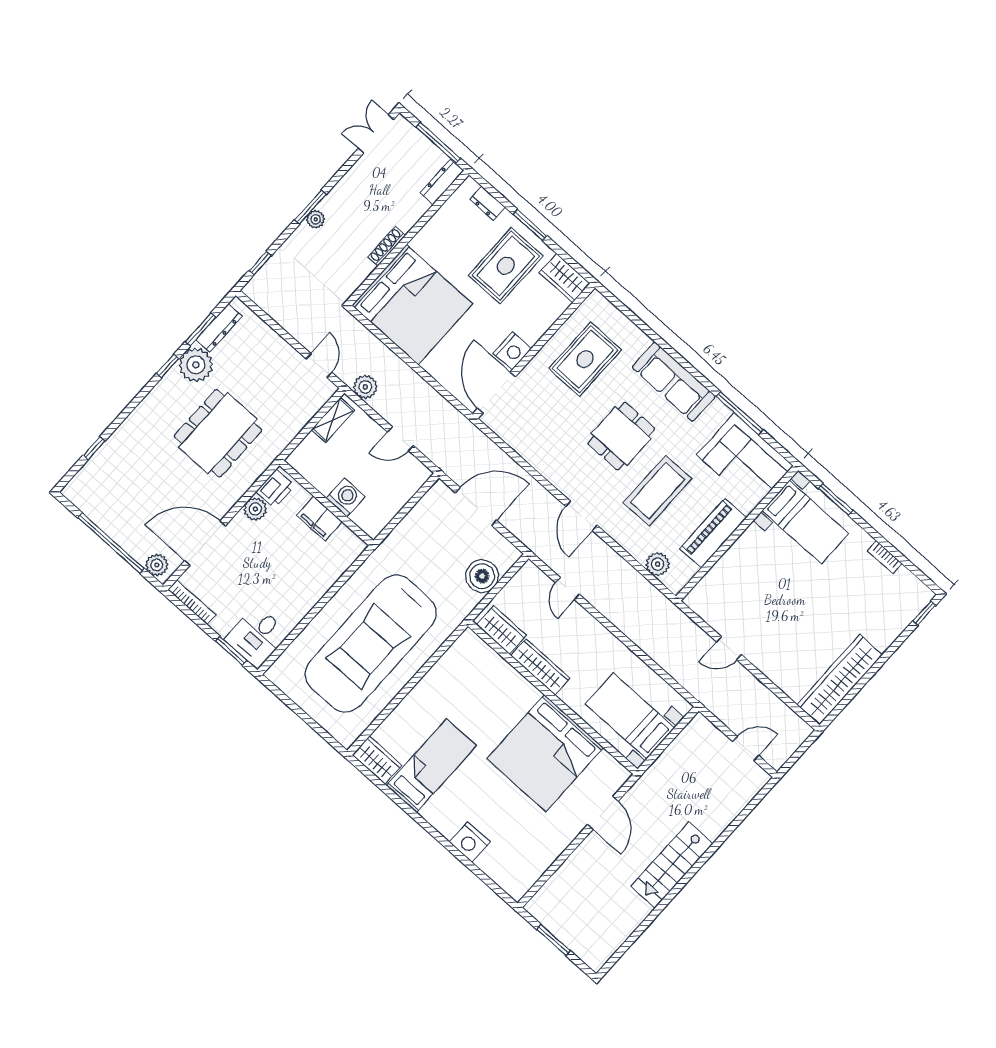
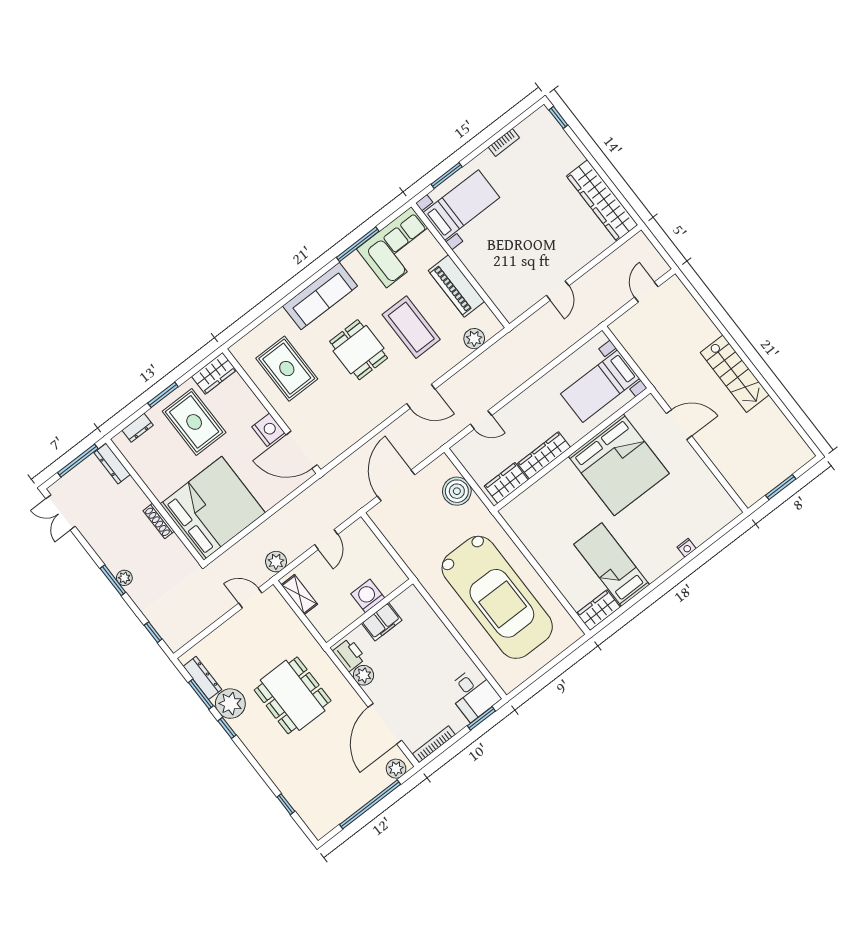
nightstand: (470, 842) -> (687, 548), width x0.53, depth x0.56

